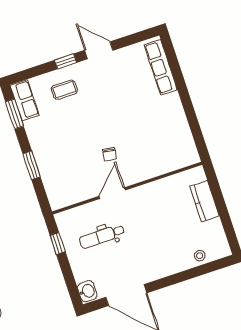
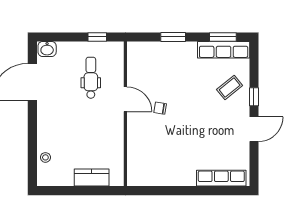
coffee table: (64, 90) -> (230, 88), turned 51
row of seats: (25, 100) -> (224, 50), width x1.48

